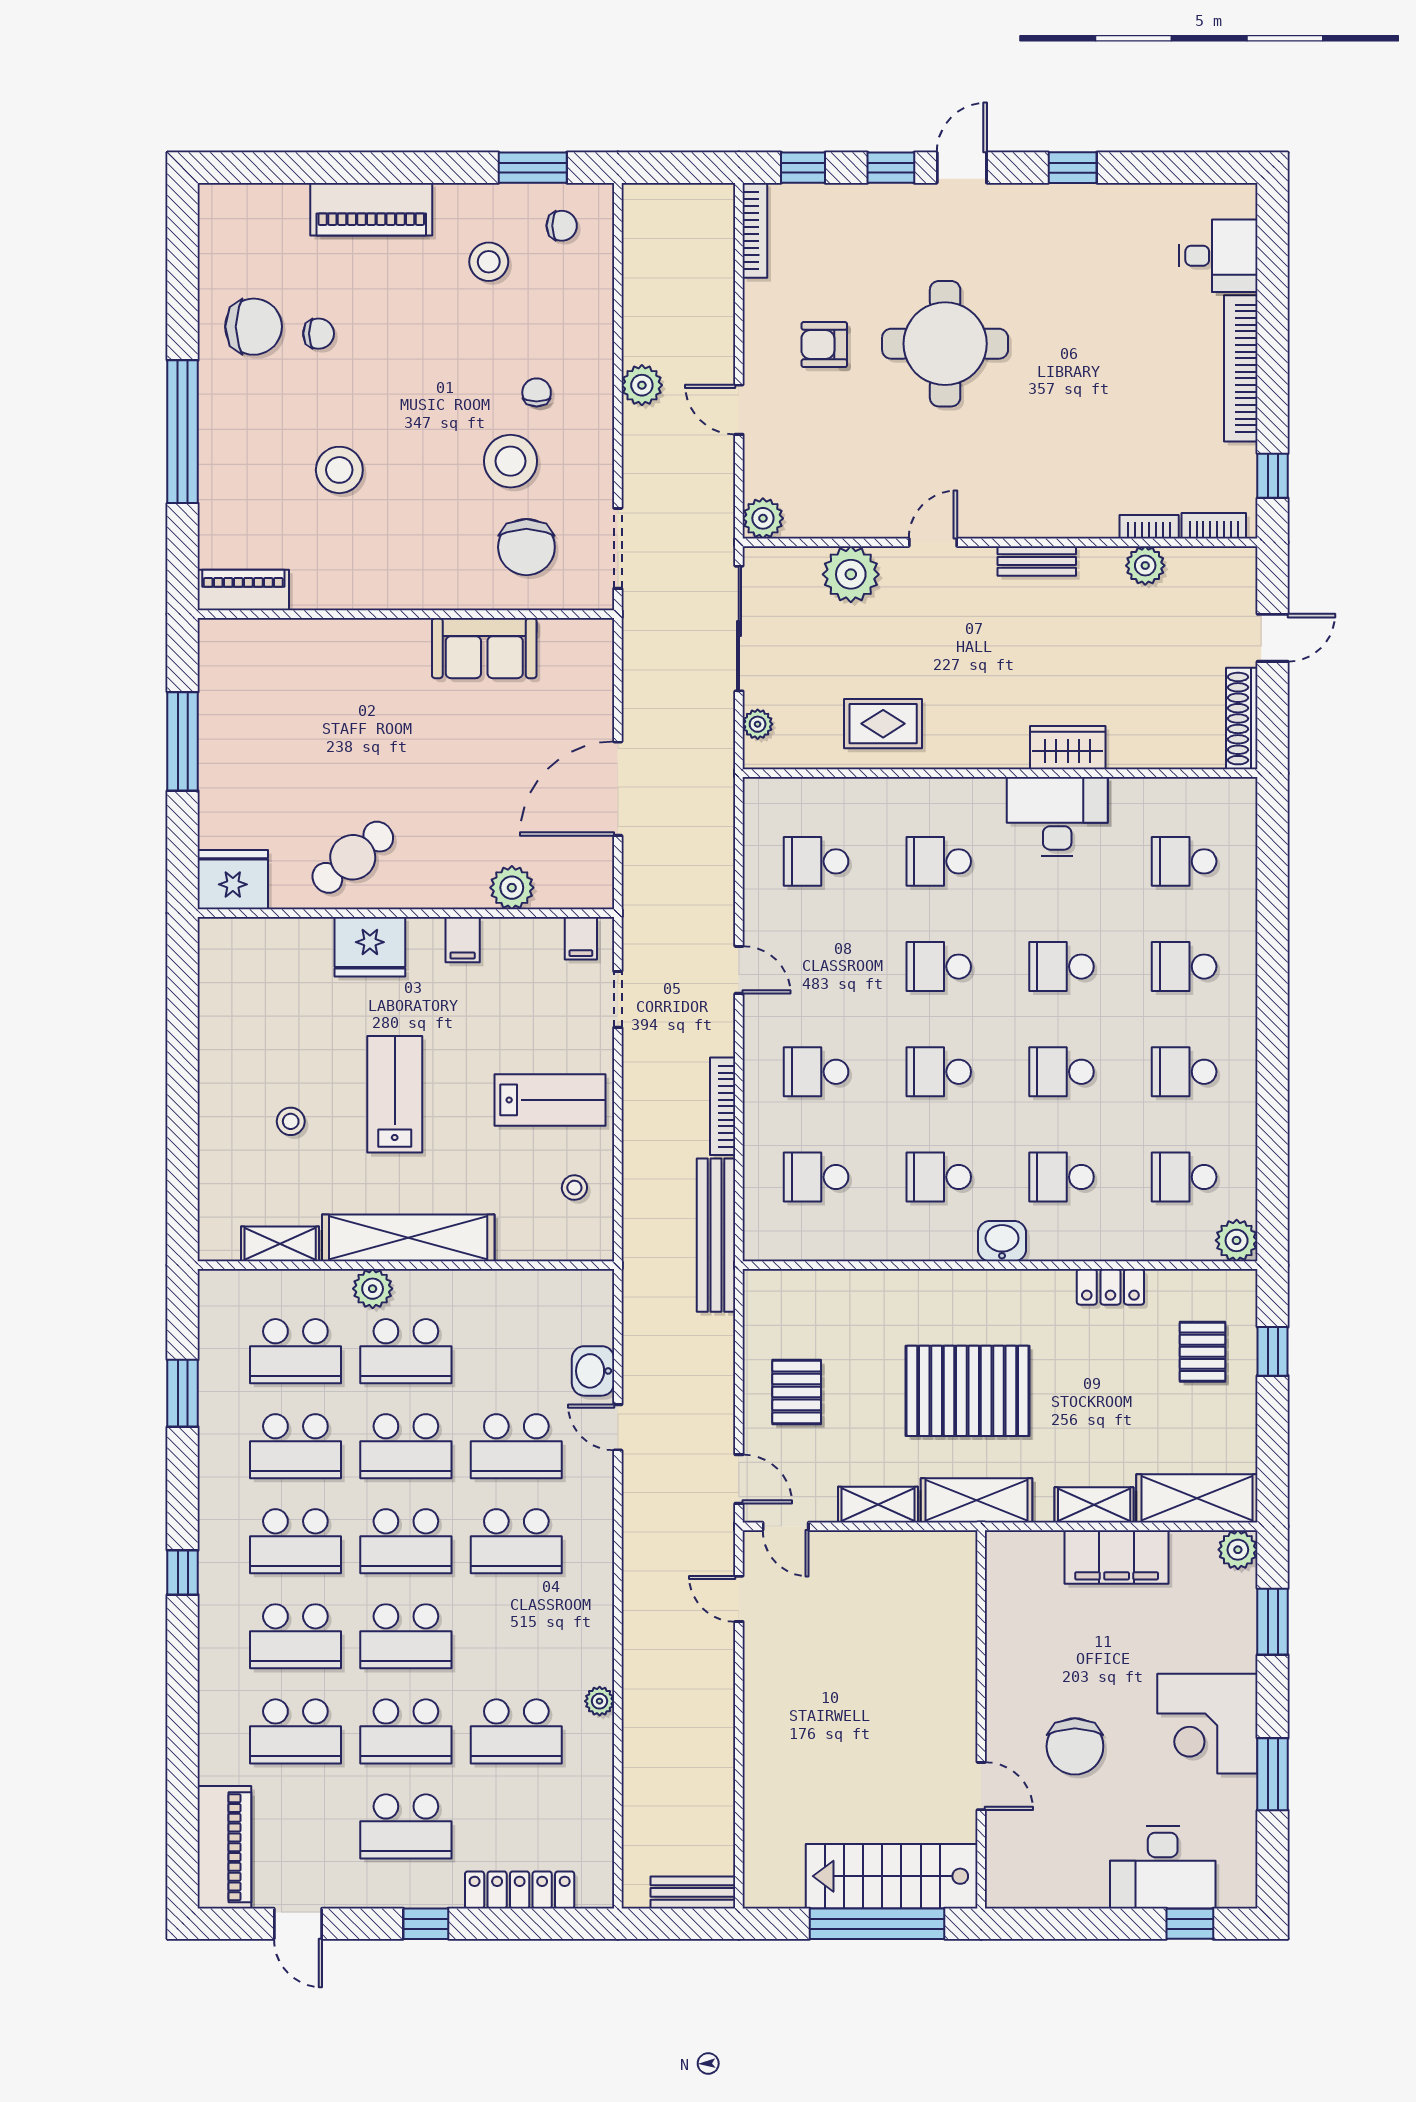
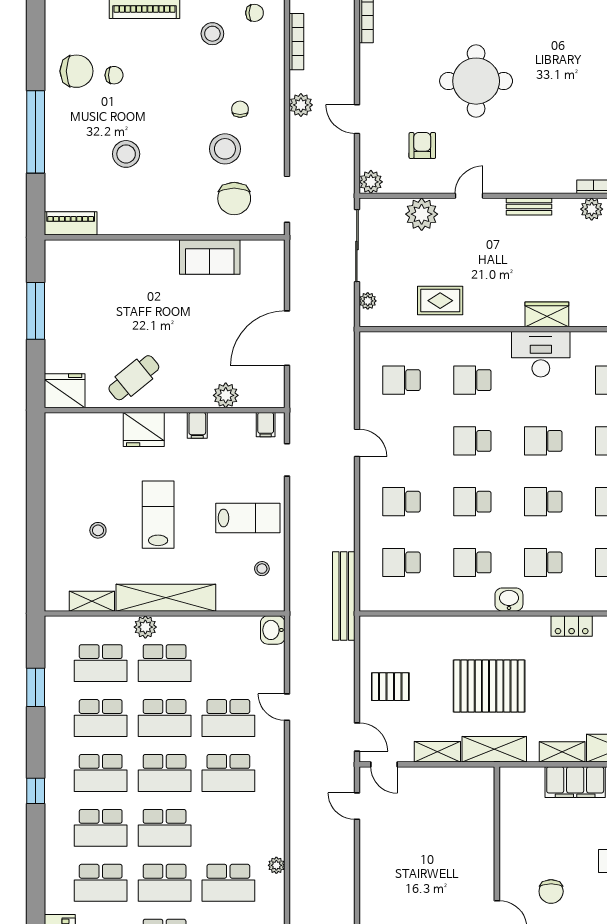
armchair: (824, 345) -> (422, 146), moved, turned 90
bookcase: (723, 1106) -> (296, 42), moved, turned 180
washbasin: (593, 1371) -> (273, 630), moved
pallet: (797, 1392) -> (390, 687), turned 90
chair: (1075, 1746) -> (551, 891), width x0.73, depth x0.73

